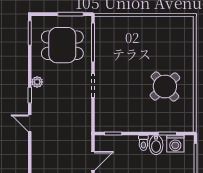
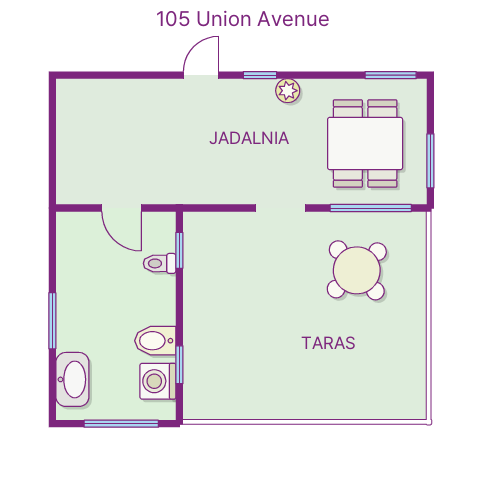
round table: (165, 86) -> (357, 270), moved
toilet: (143, 143) -> (160, 263), moved

